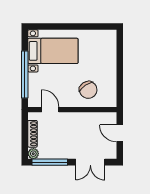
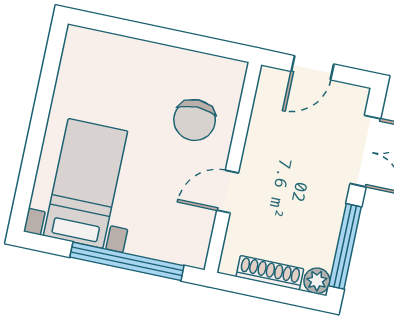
chair: (88, 90) -> (195, 120), turned 124
door: (50, 110) -> (228, 192), moved

